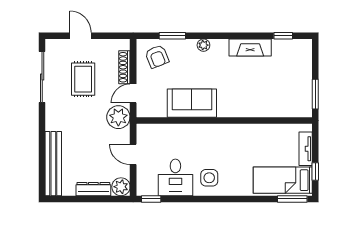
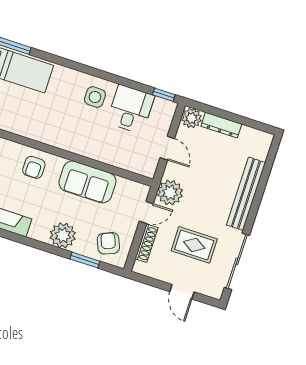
plant: (203, 45) -> (63, 235), width x1.88, depth x1.88
rug: (83, 79) -> (194, 245), turned 90
armchair: (242, 101) -> (34, 167), added
bench: (53, 164) -> (246, 194), moved

